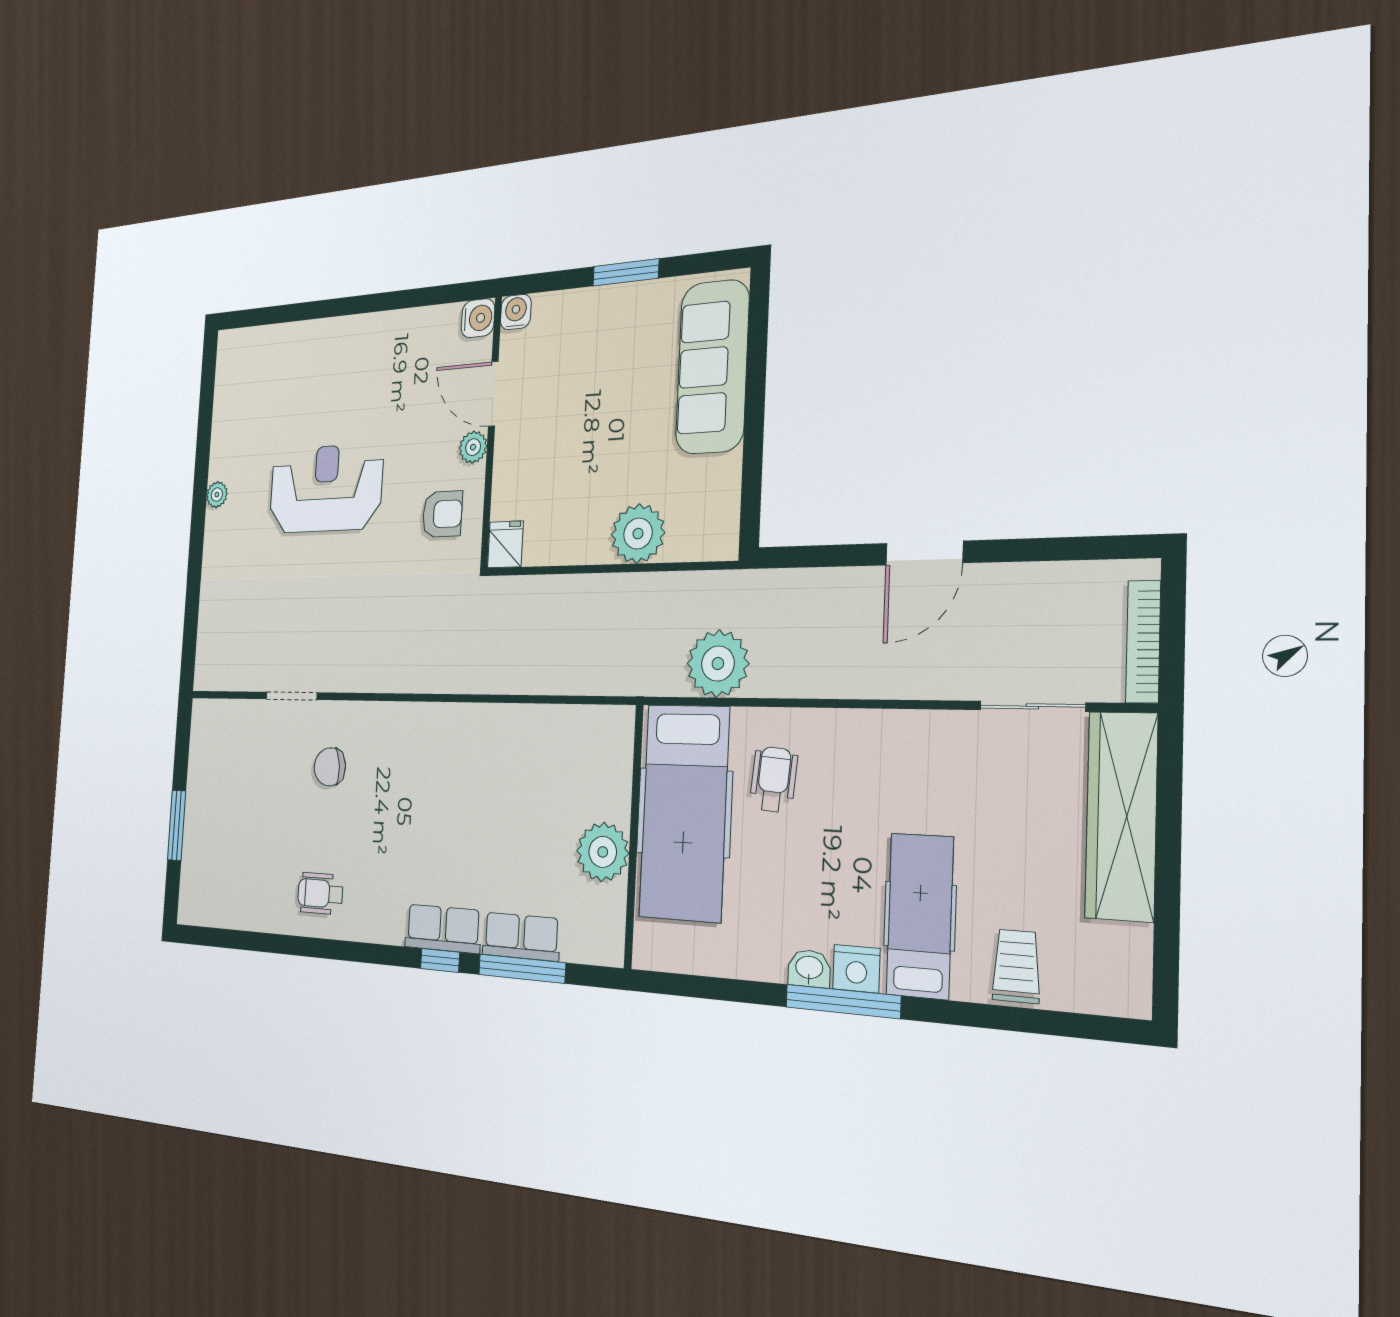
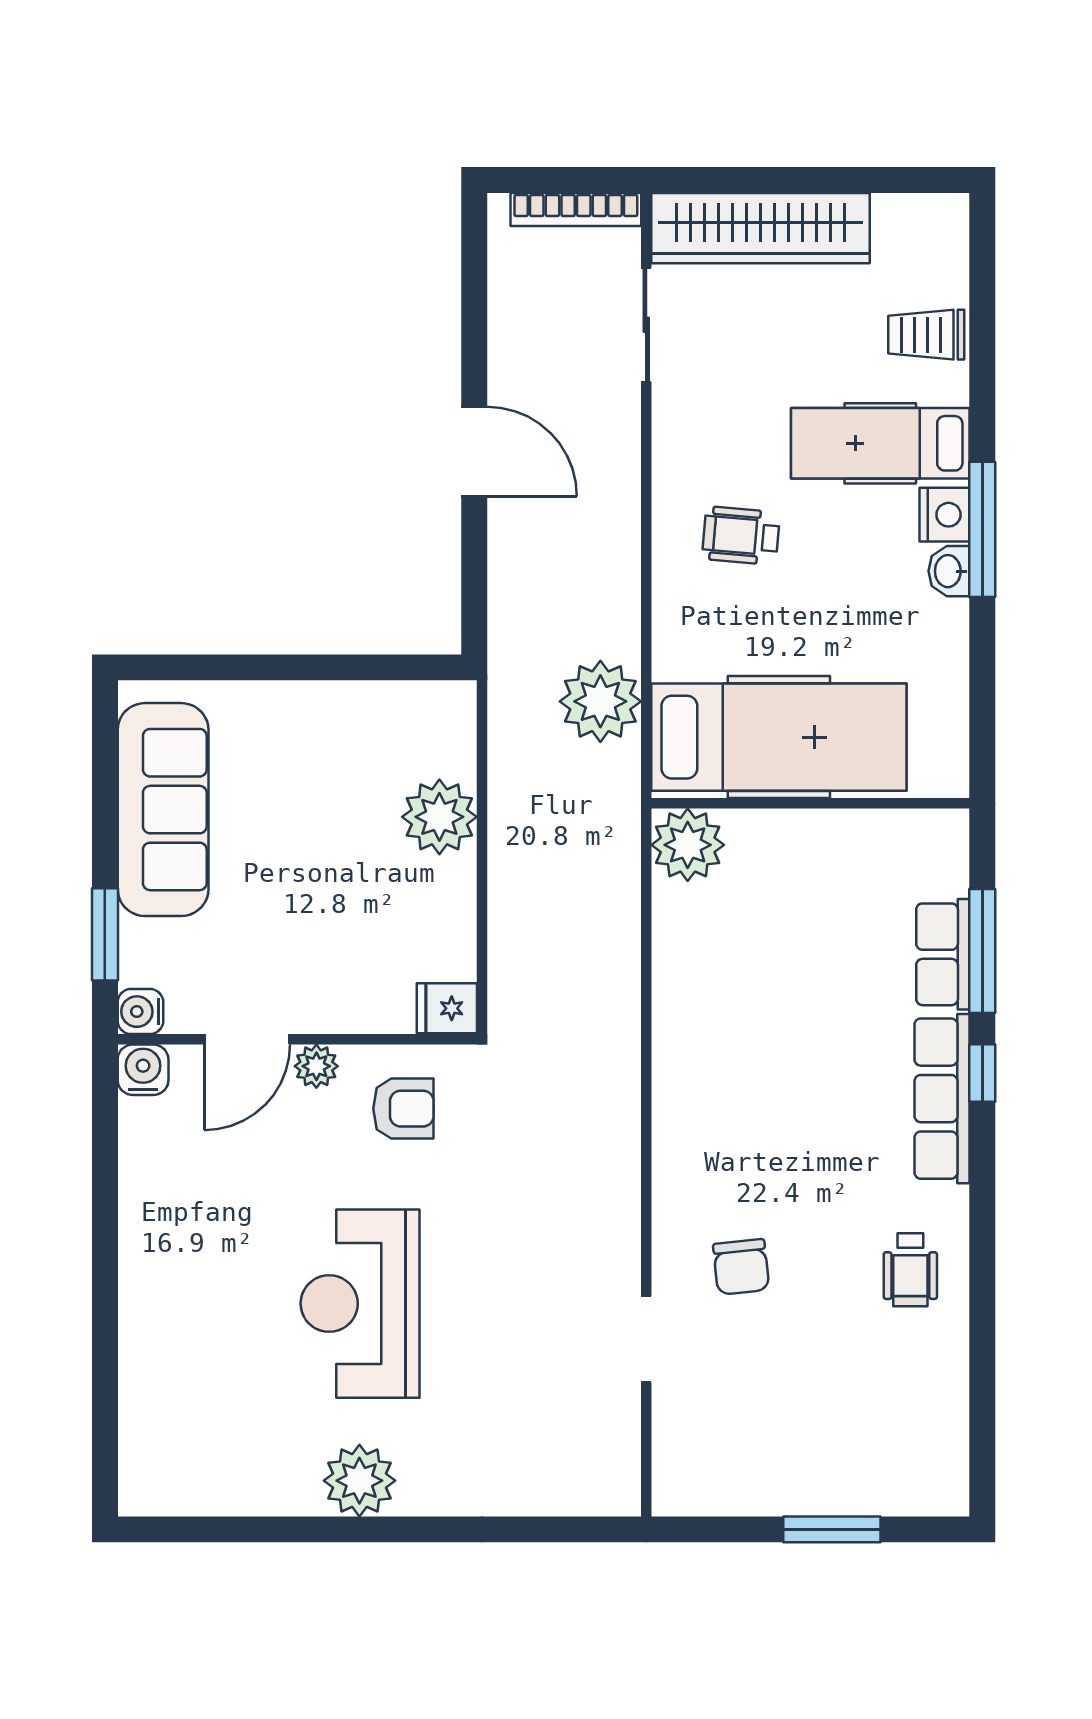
window: (626, 272) -> (105, 934), moved
sofa: (712, 367) -> (163, 810), moved, turned -90
plant: (217, 495) -> (359, 1481), width x1.87, depth x1.87
armchair: (442, 514) -> (403, 1109), turned 90
wheelchair: (774, 779) -> (741, 536), moved
plant: (603, 852) -> (688, 845), moved
row of seats: (443, 929) -> (942, 1099), width x1.48

